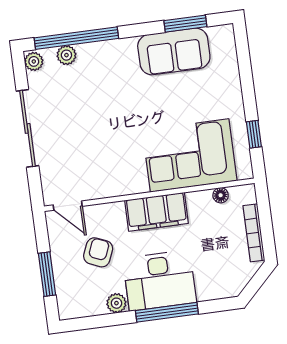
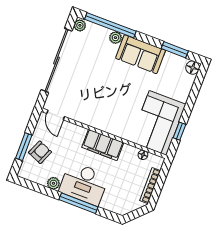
floor lamp: (224, 35) -> (193, 68), added
sofa: (174, 51) -> (141, 54), moved
plant: (66, 55) -> (115, 38), moved
sliding door: (28, 128) -> (56, 60), width x1.36
corner sofa: (190, 155) -> (158, 123), moved, turned -90
armchair: (98, 252) -> (40, 152), moved

